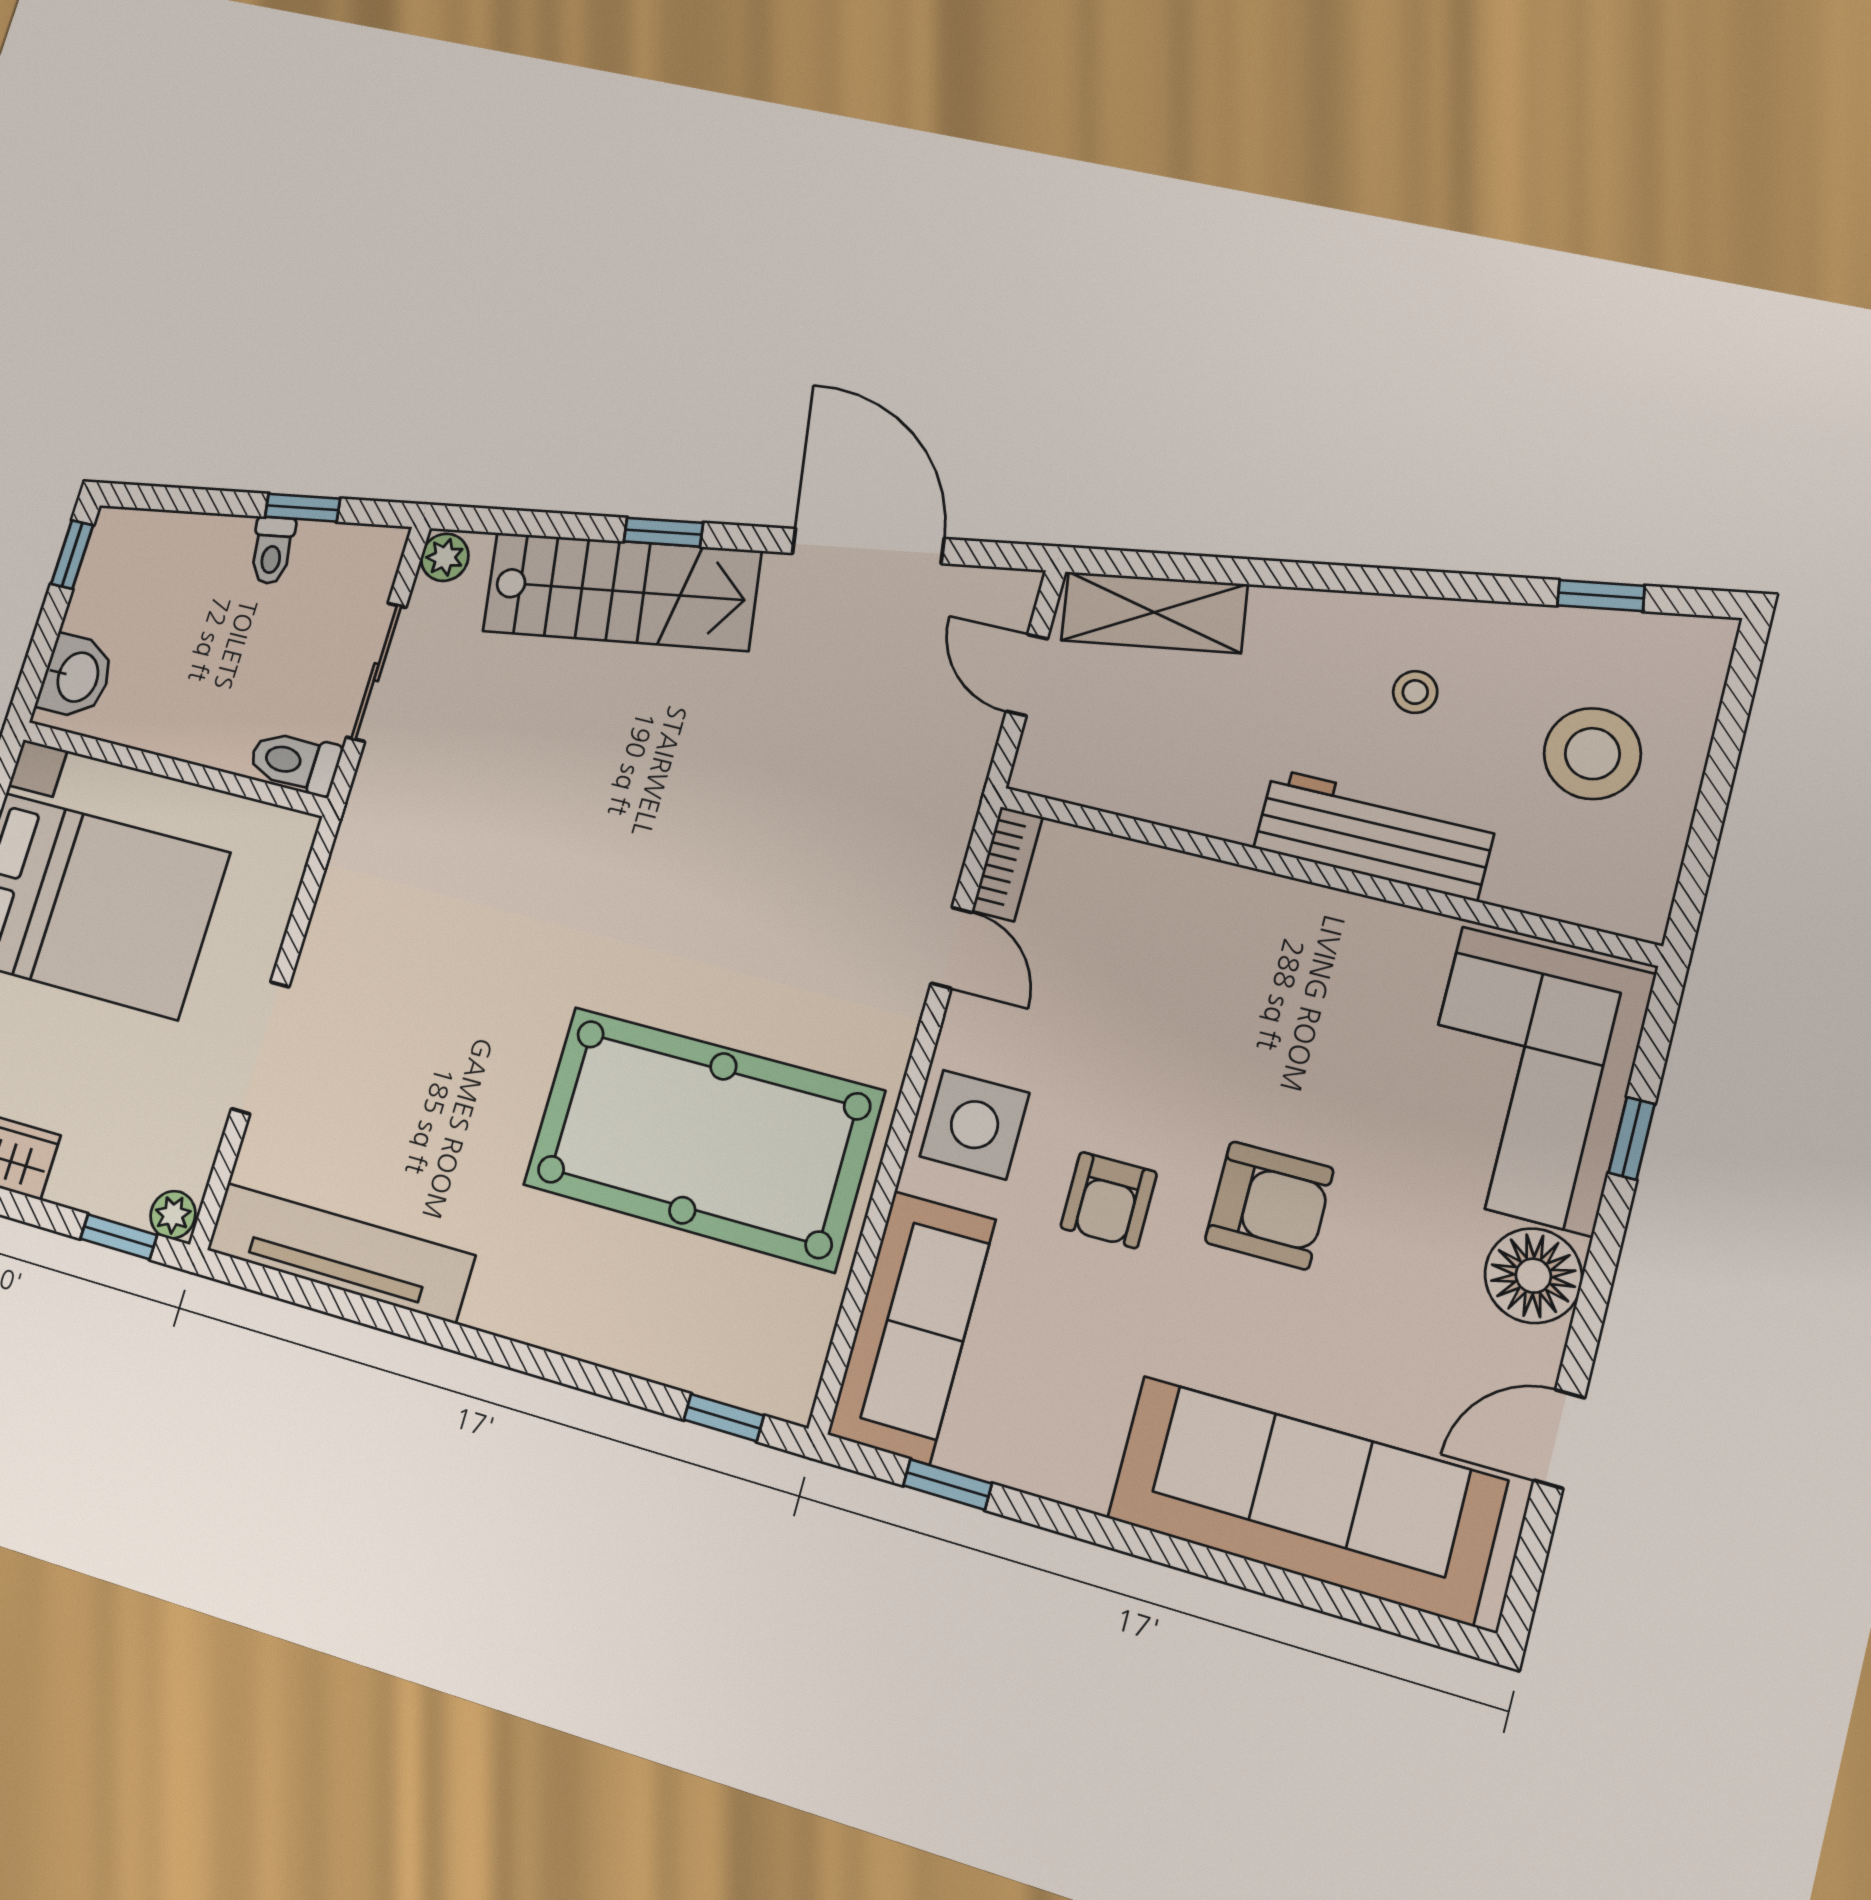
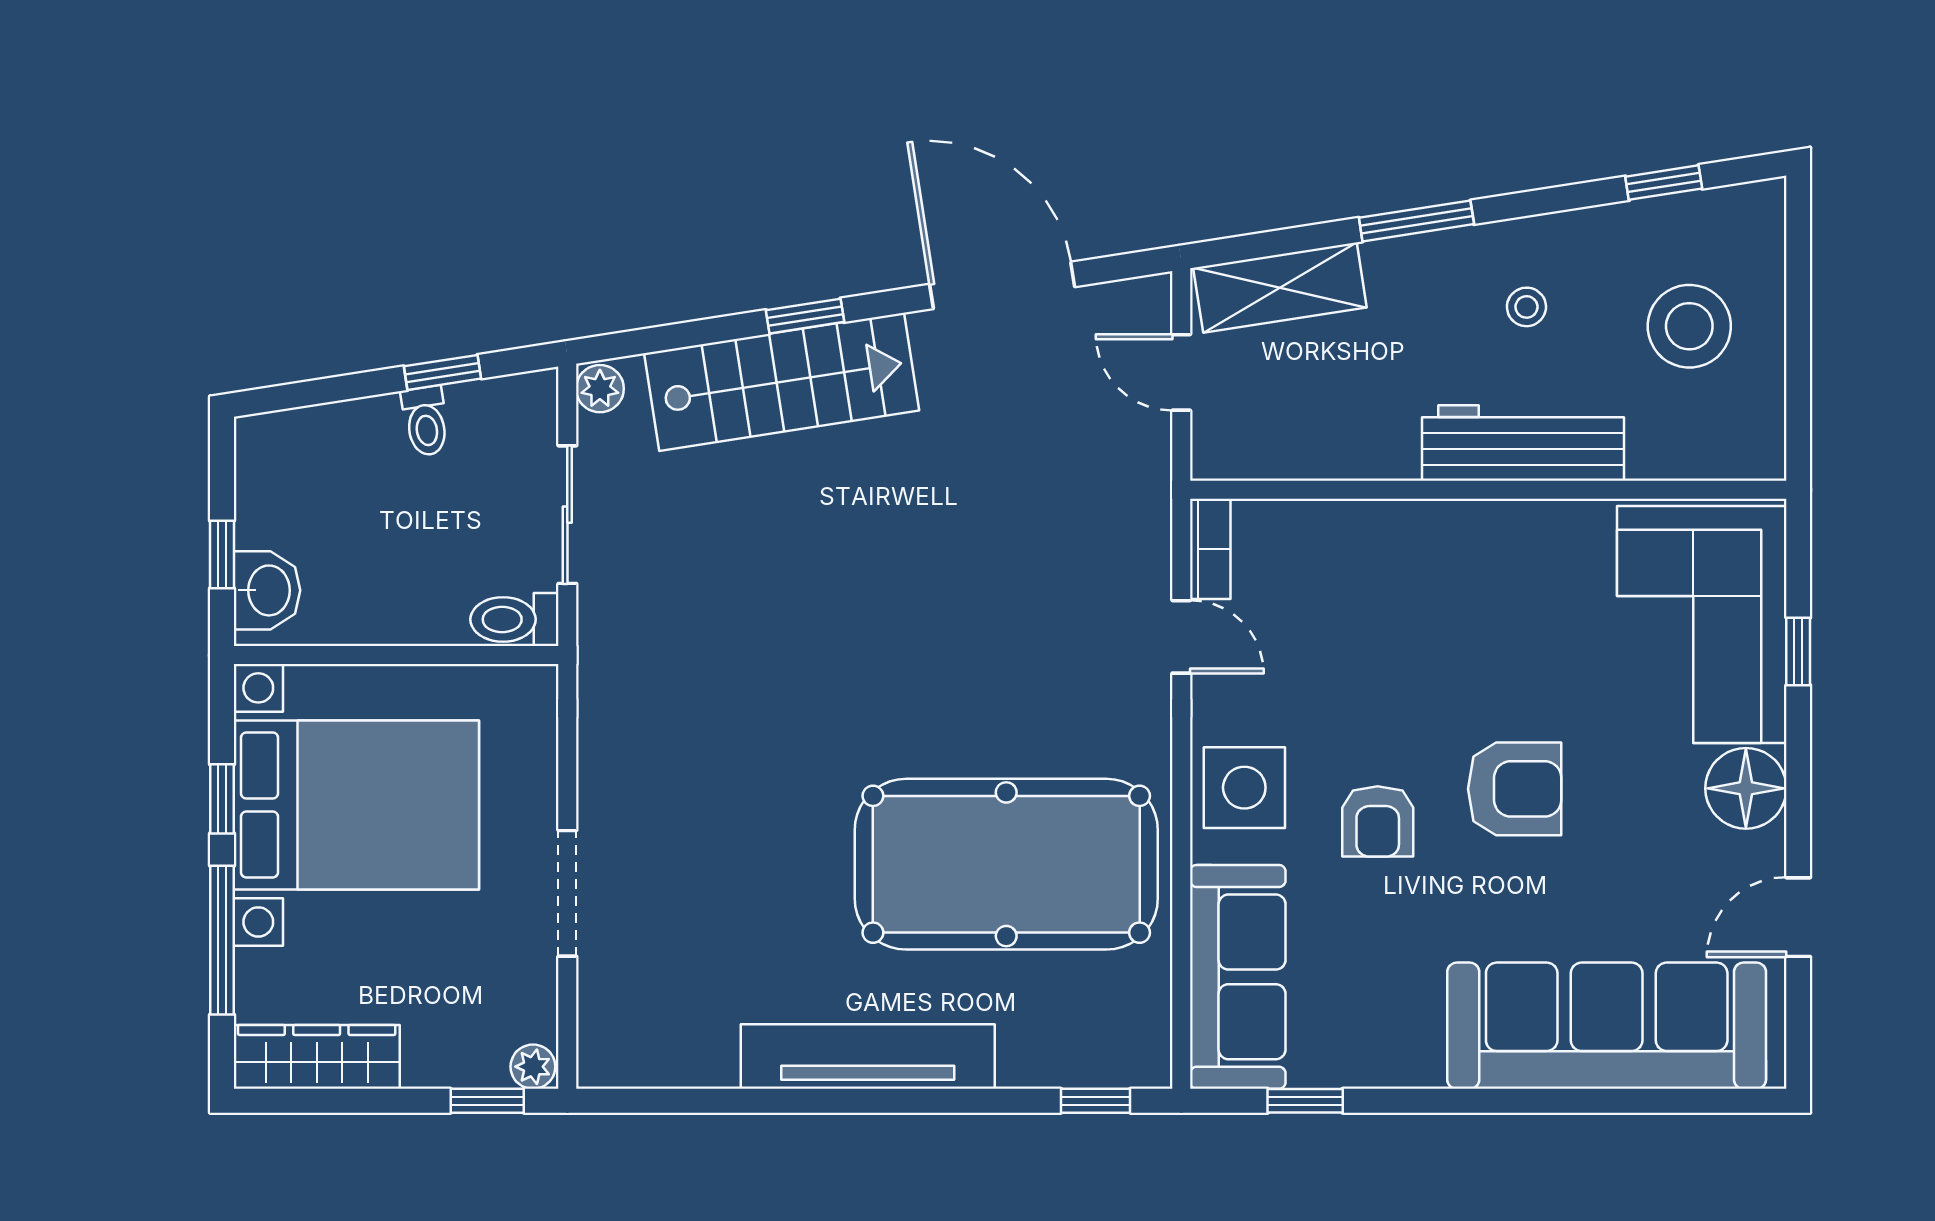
window: (72, 555) -> (222, 555), moved
window: (1318, 576) -> (1416, 221), added
tv unit: (340, 1253) -> (868, 1057), moved

